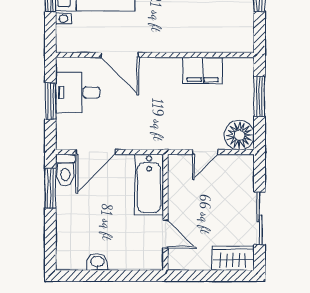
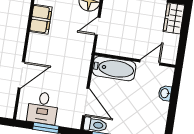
door: (205, 152) -> (98, 26), swing flipped
washbasin: (98, 262) -> (165, 93), moved

